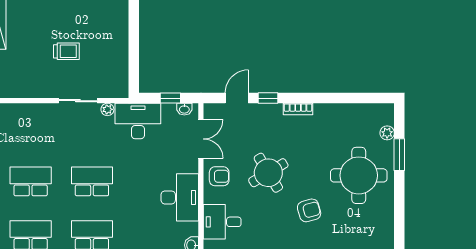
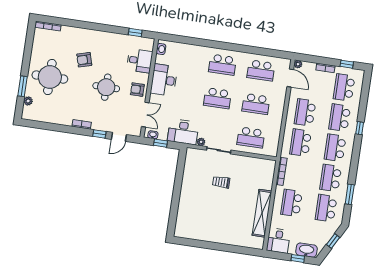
school desk: (31, 128) -> (251, 137), added
double door: (201, 139) -> (145, 115), swing flipped
round table: (268, 173) -> (106, 87), turned 31

